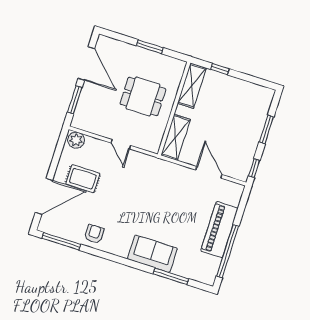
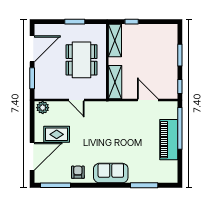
door: (86, 64) -> (32, 49), hinge flipped
dining table: (143, 96) -> (82, 60), width x1.38
window: (228, 251) -> (180, 128), moved
sofa: (152, 254) -> (111, 173), moved

